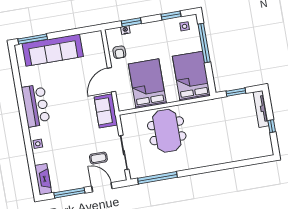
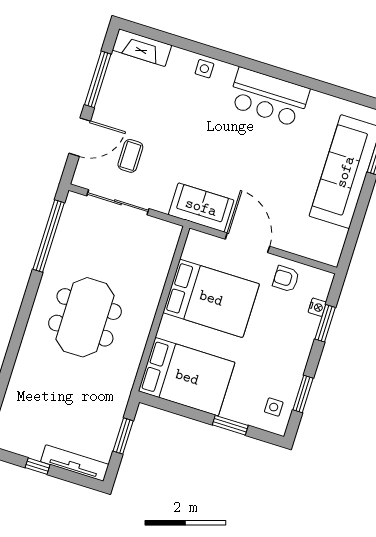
window: (204, 43) -> (230, 425), width x0.47
meeting table: (167, 131) -> (85, 317), moved, turned 90

